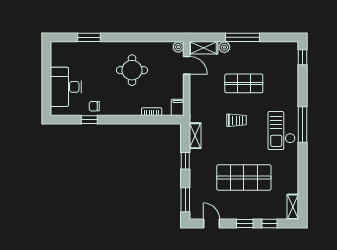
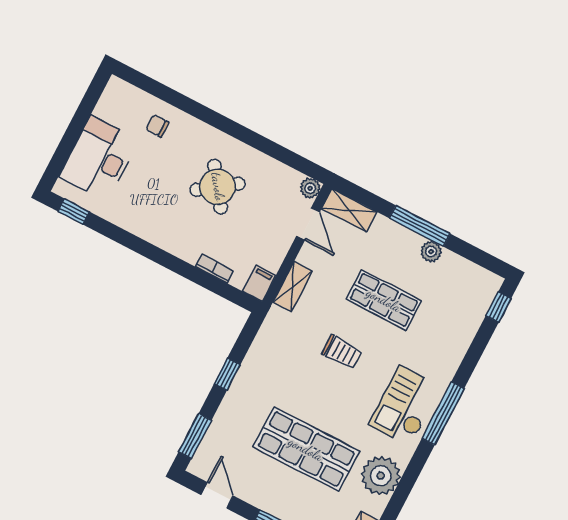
window: (89, 37) -> (176, 99), removed
plant: (224, 47) -> (431, 252), moved
round table: (132, 70) -> (218, 187), turned -36
chair: (94, 106) -> (157, 126), moved
window: (89, 120) -> (74, 212), moved
shelving: (195, 136) -> (293, 287), moved
plant: (288, 171) -> (381, 476), added

